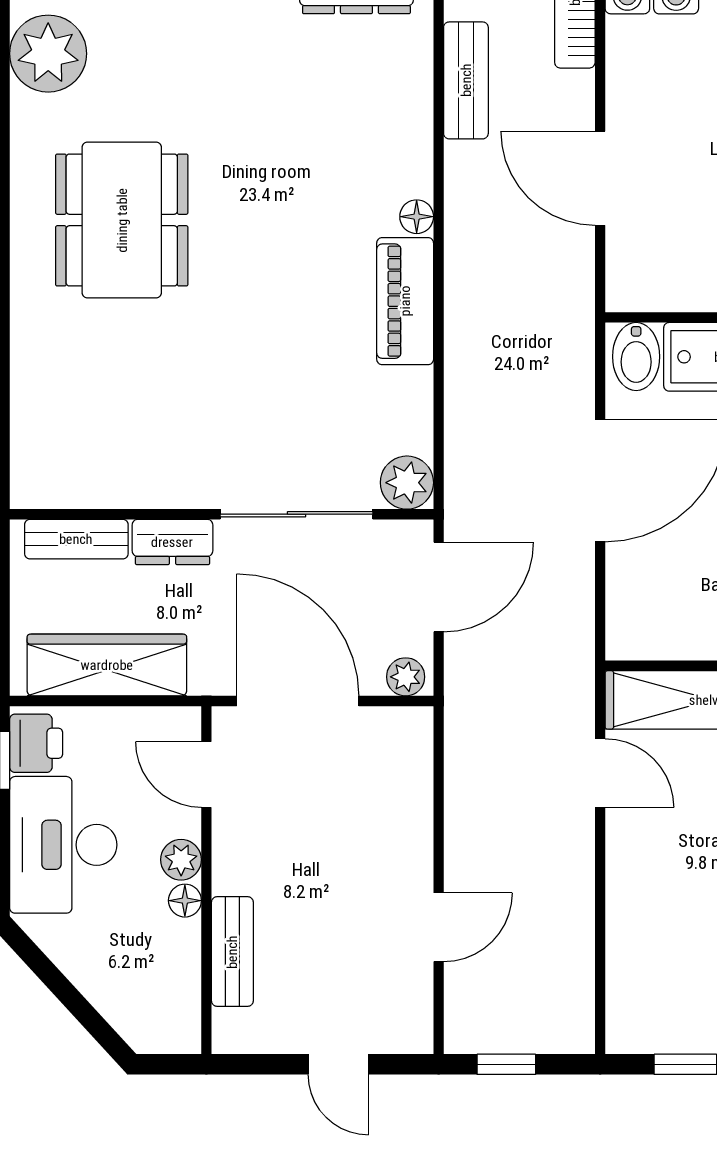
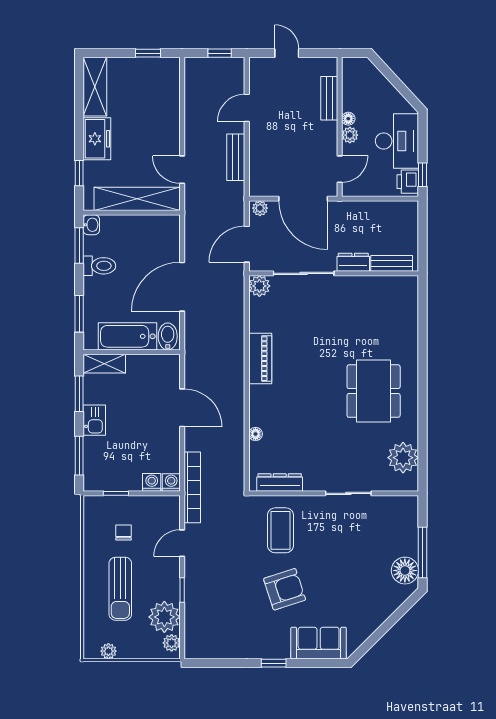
bench: (466, 80) -> (236, 157), moved
floor lamp: (417, 217) -> (256, 434), moved
wardrobe: (107, 665) -> (380, 213), removed
door: (206, 774) -> (340, 169), hinge flipped

